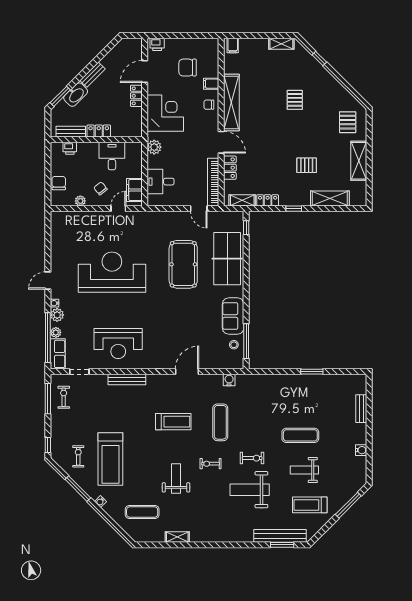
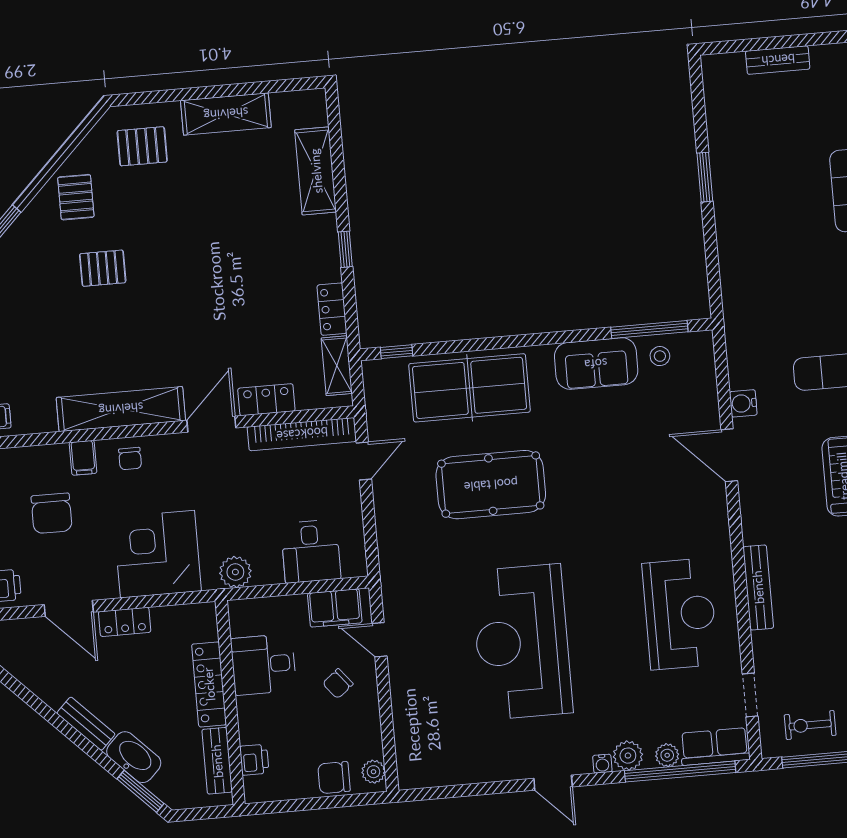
locker: (99, 131) -> (209, 684), width x1.53
pallet: (307, 165) -> (76, 197), moved
plant: (80, 201) -> (373, 772), moved
water cooler: (229, 380) -> (743, 403), moved

